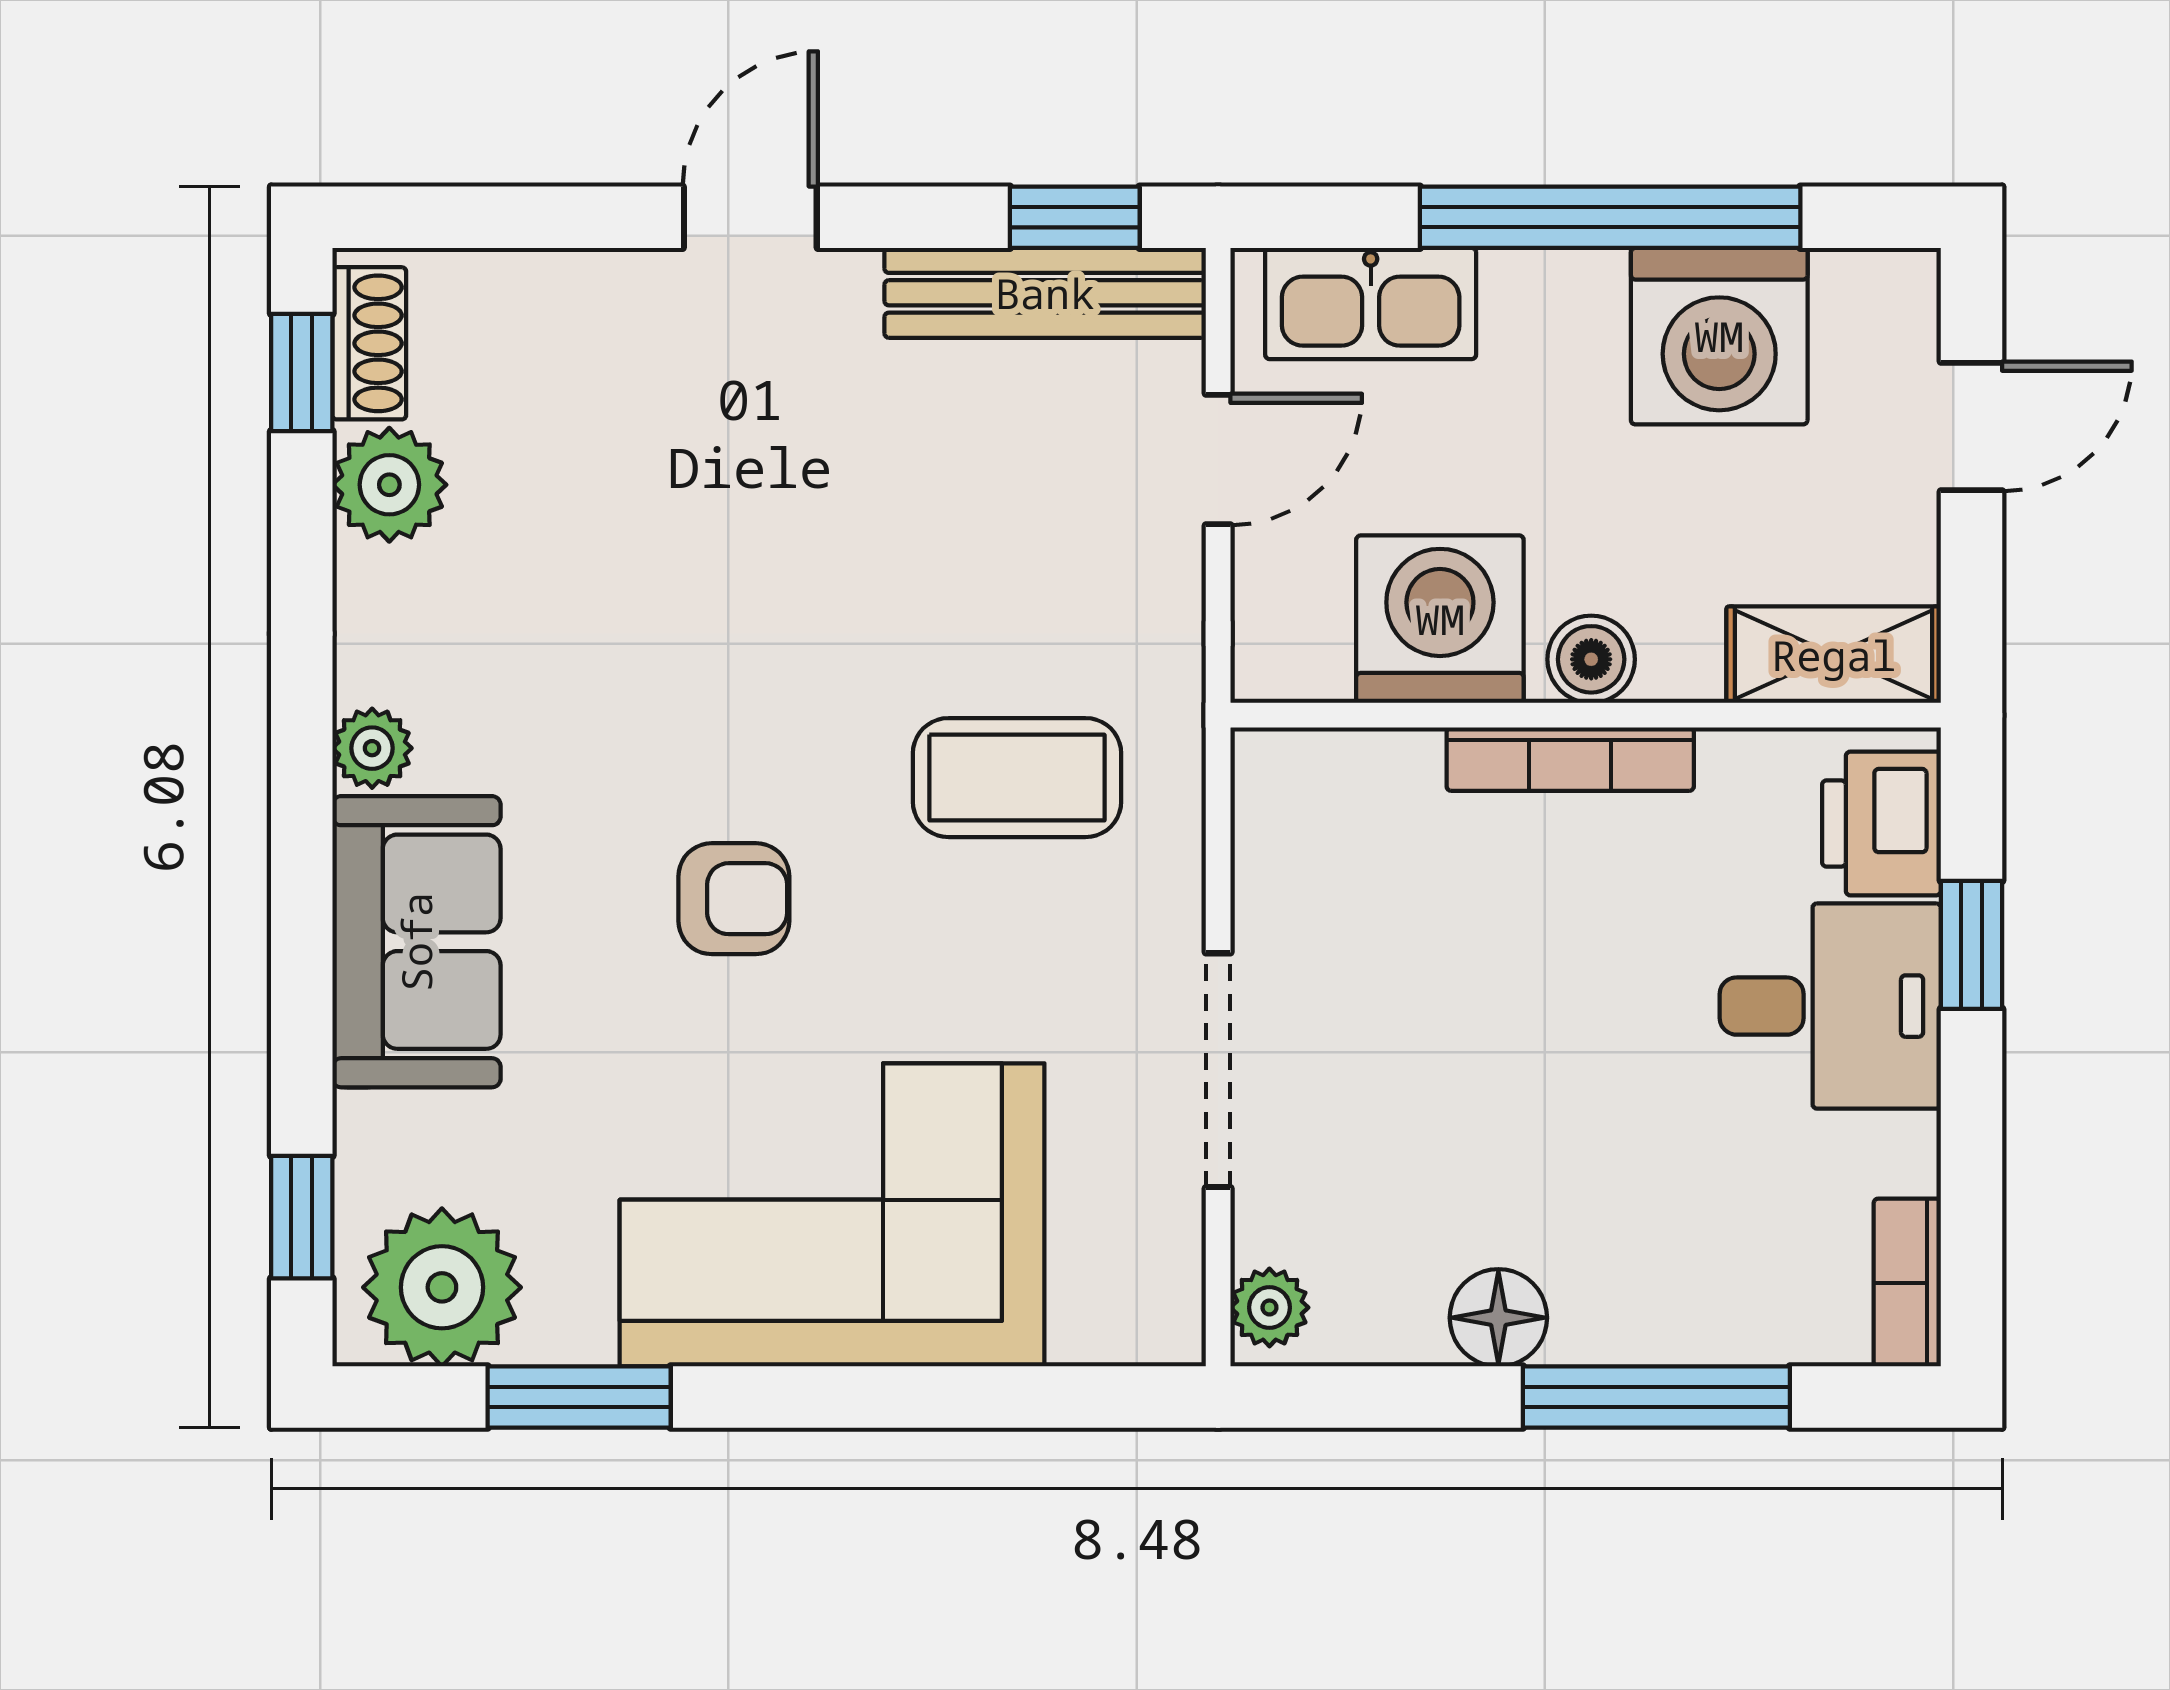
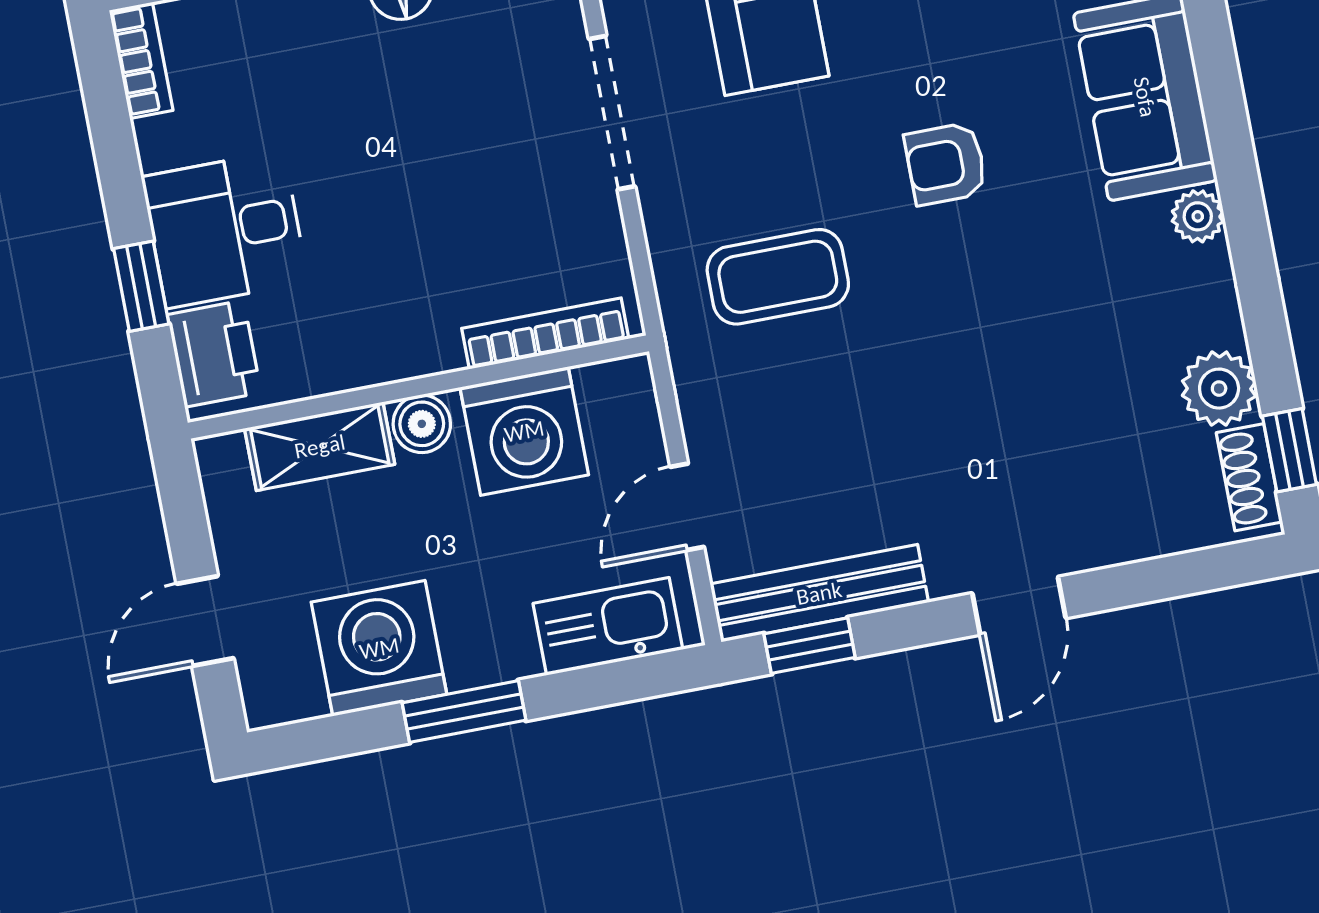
window: (1610, 217) -> (464, 712), width x0.47
shelving: (1834, 655) -> (320, 446), moved
bookcase: (1570, 759) -> (545, 333), moved

